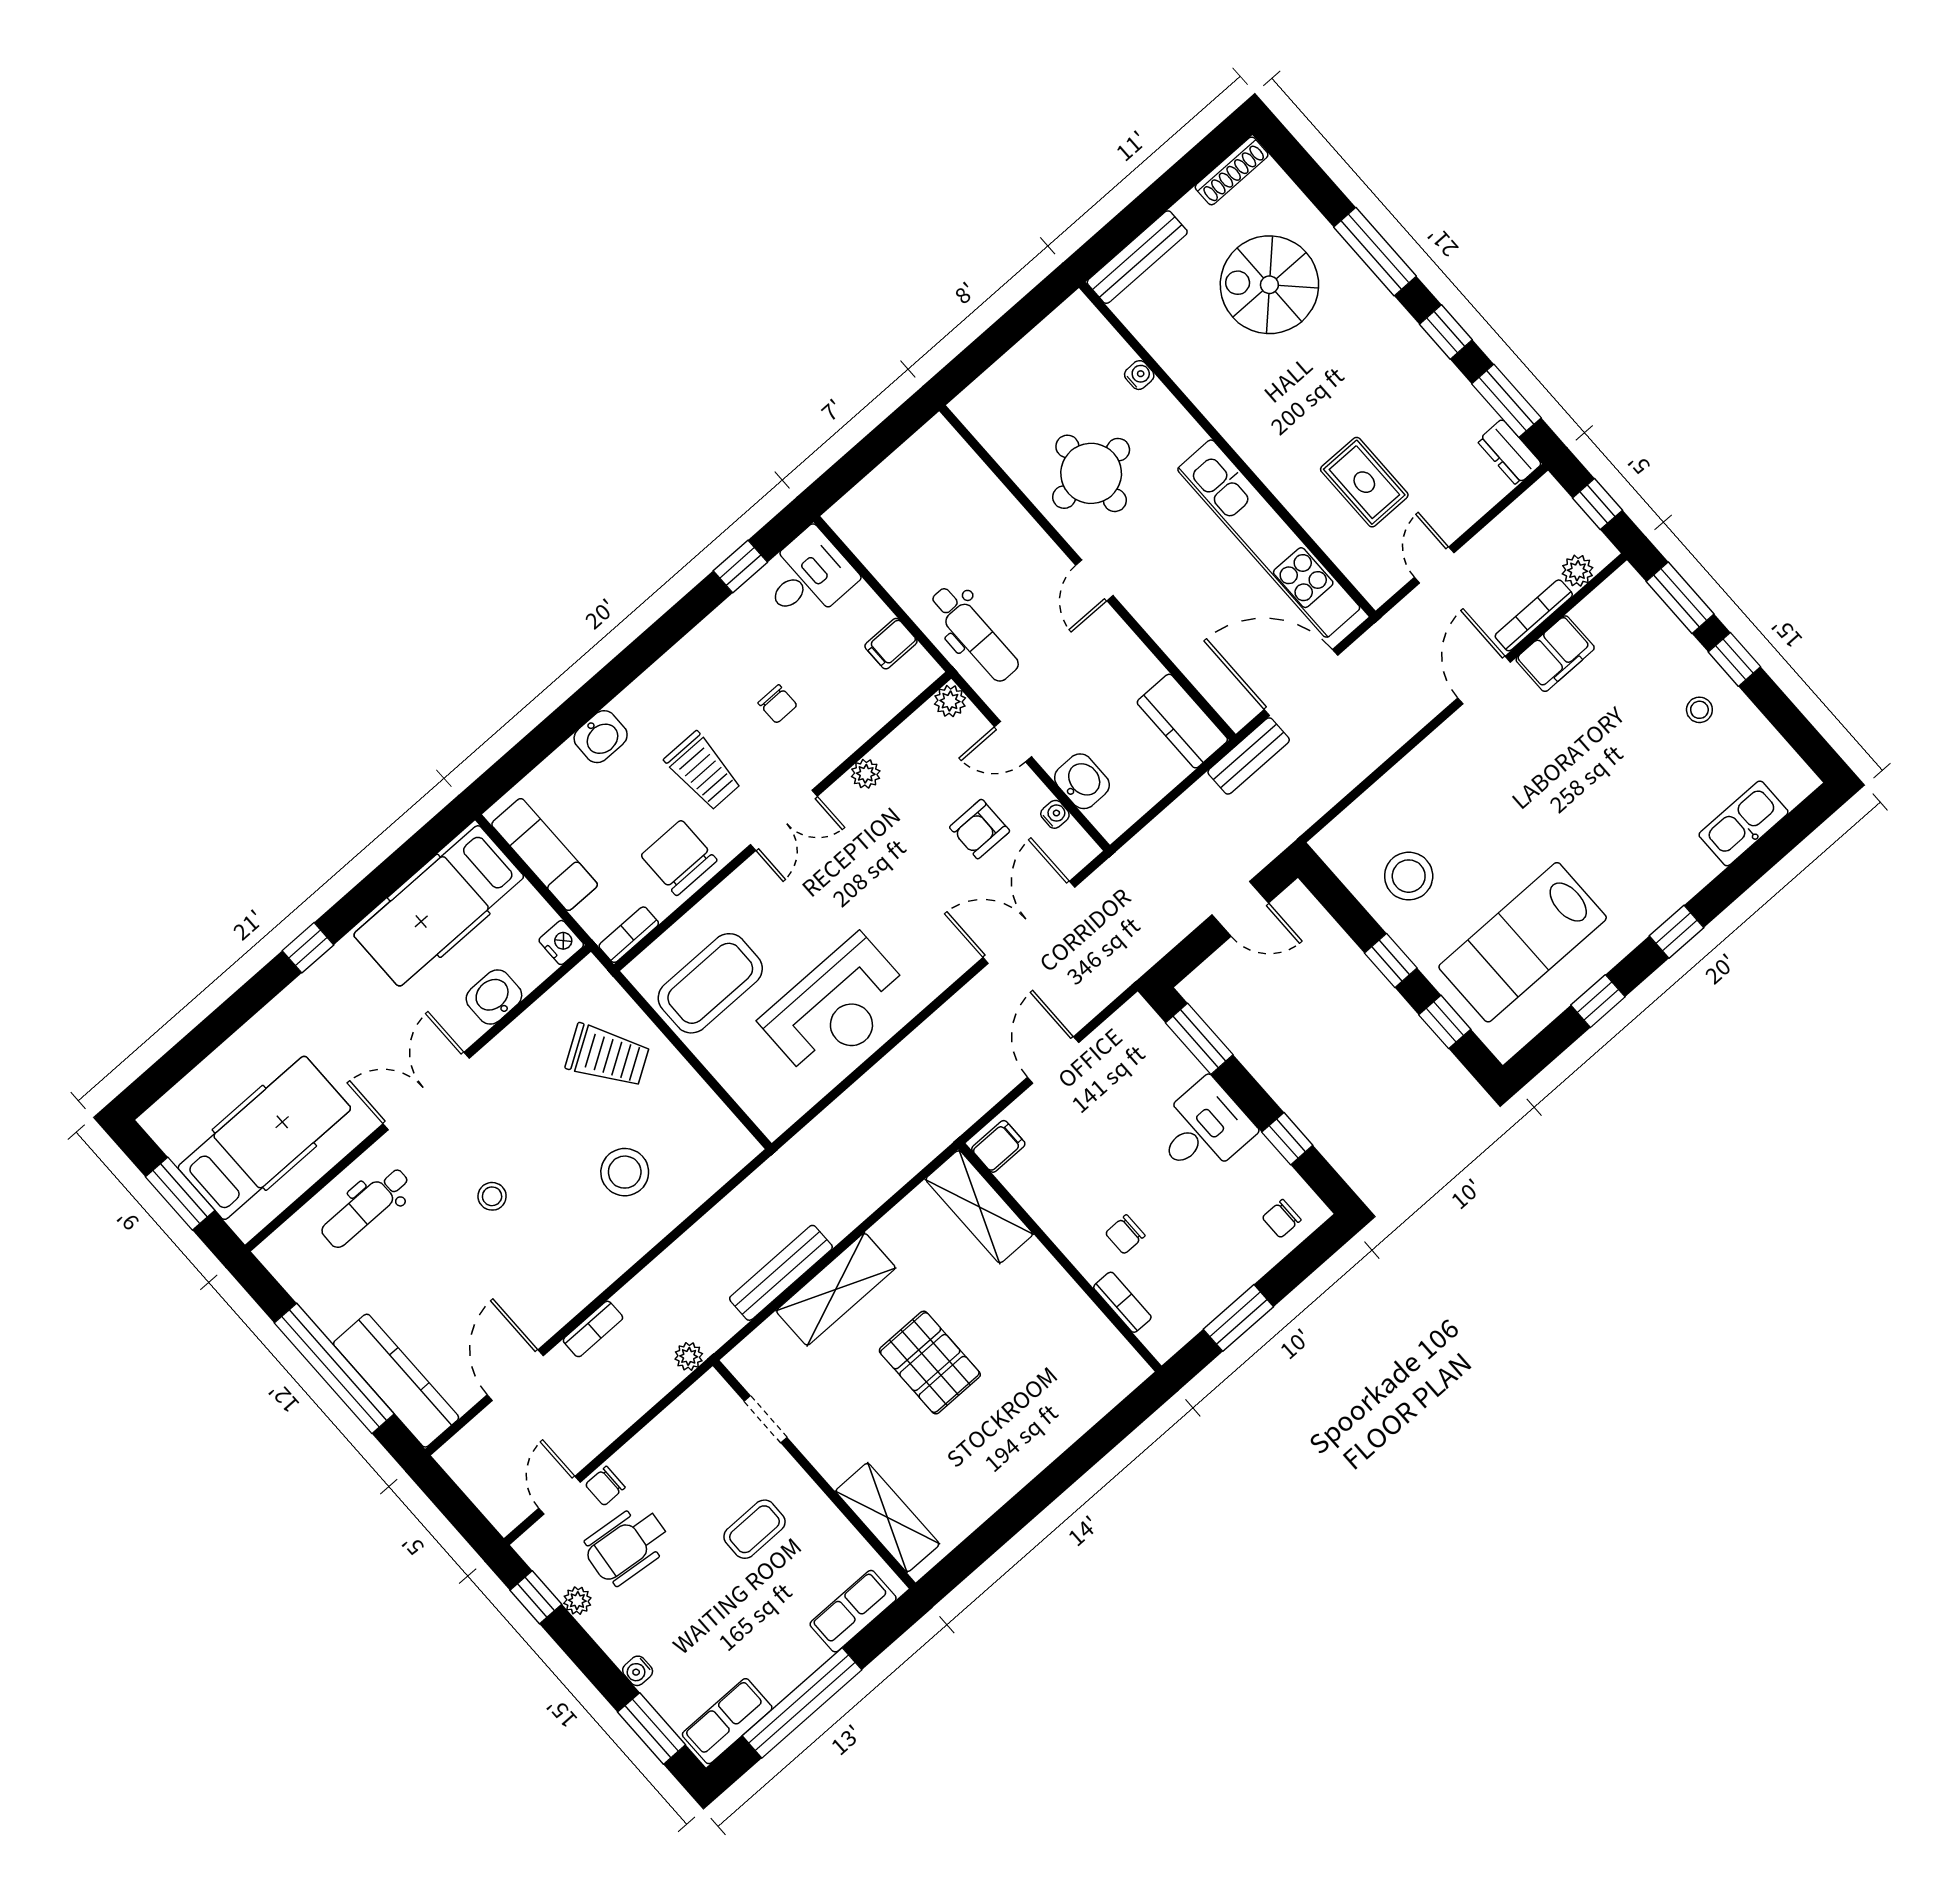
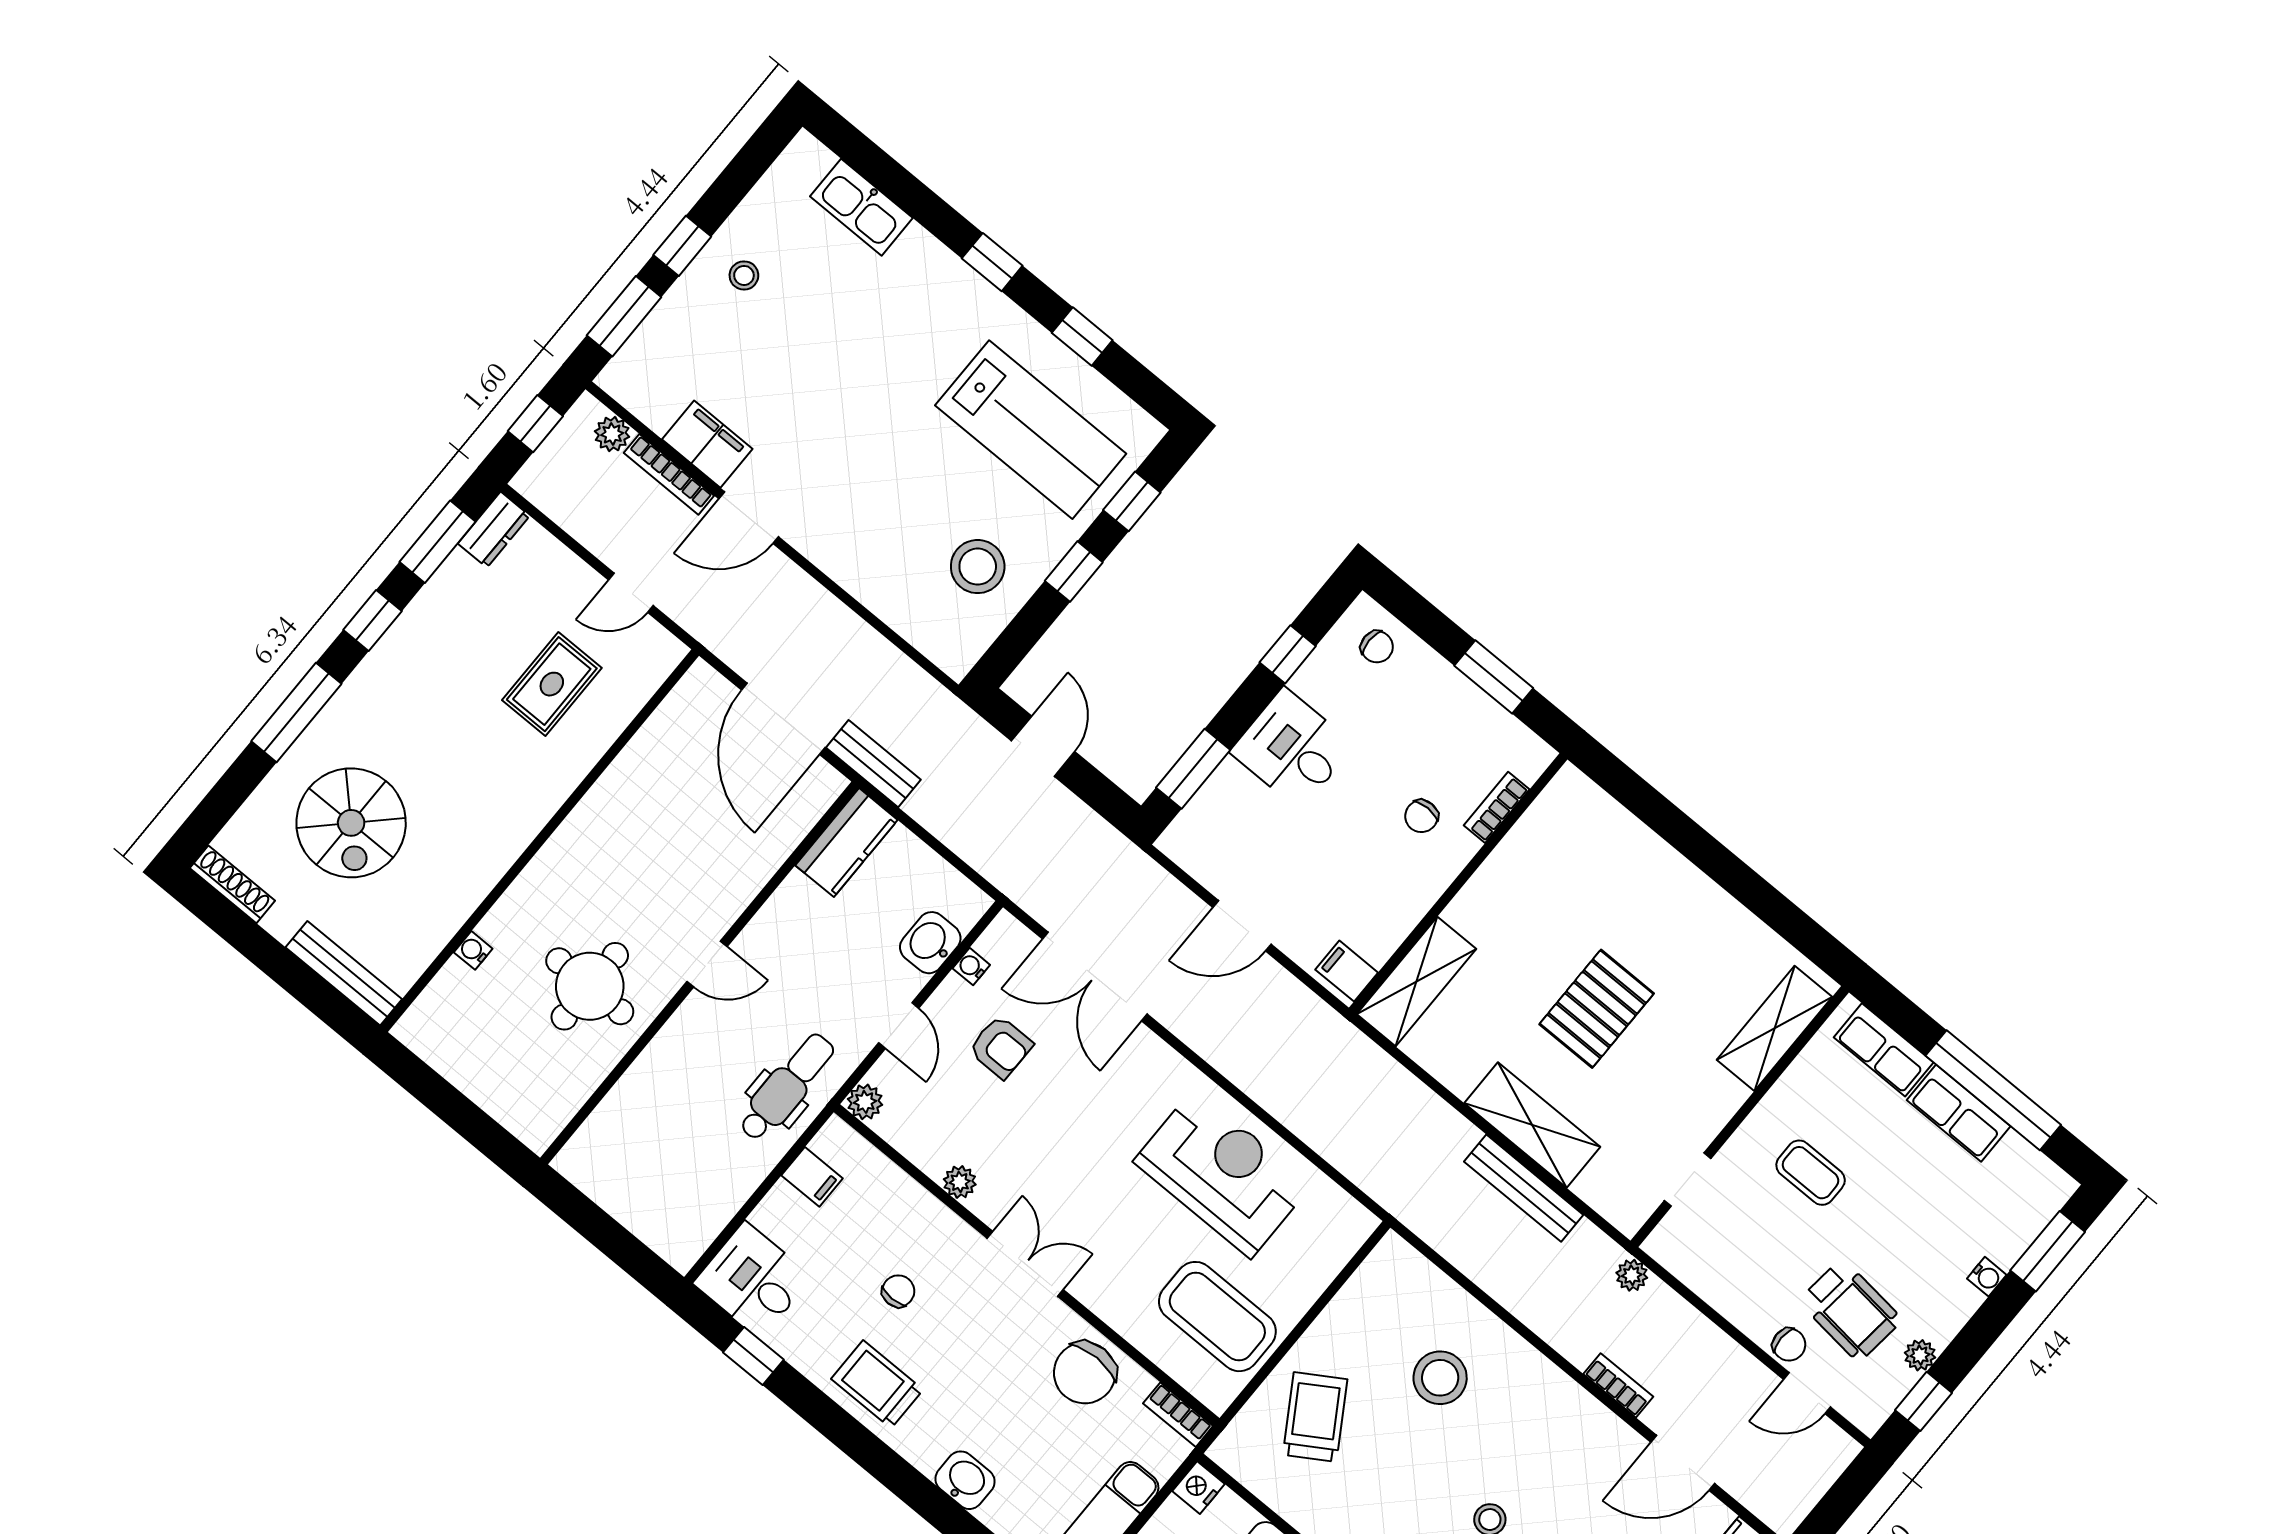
kitchen unit: (1269, 539) -> (631, 779), removed
trolley: (703, 771) -> (877, 1384), moved, turned -90
chair: (1125, 1234) -> (1421, 816), turned 90
row of seats: (727, 1721) -> (1959, 1113), moved

